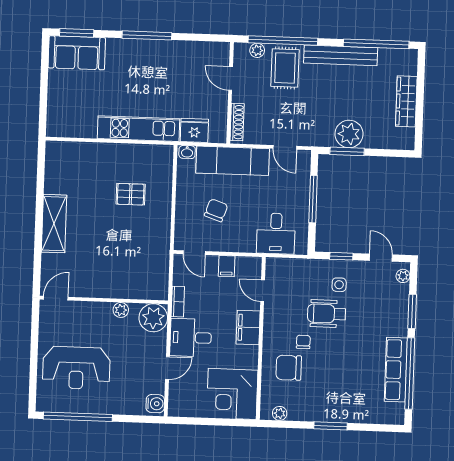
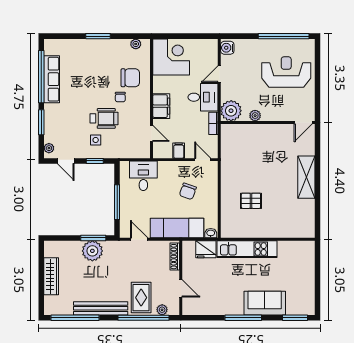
sofa: (77, 53) -> (265, 303), moved

